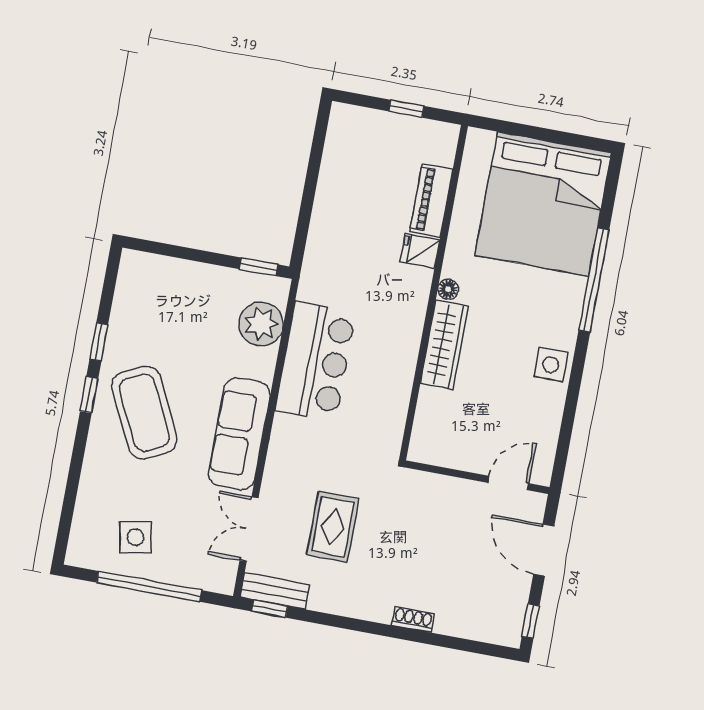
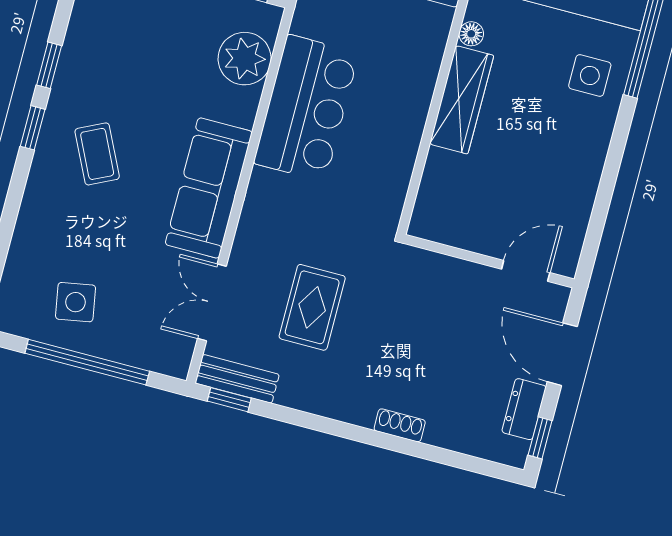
side table: (551, 365) -> (590, 76), moved
coffee table: (144, 413) -> (97, 154), width x0.54, depth x0.58
dresser: (515, 598) -> (524, 409), added

